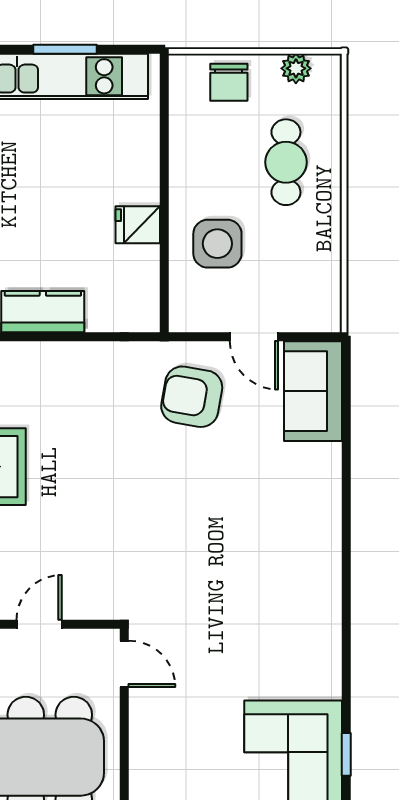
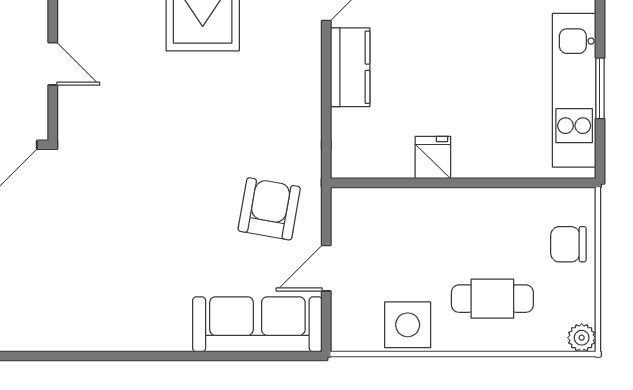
plant: (296, 68) -> (582, 338), moved
side table: (217, 244) -> (408, 325), moved
sofa: (313, 391) -> (257, 324), width x1.36

